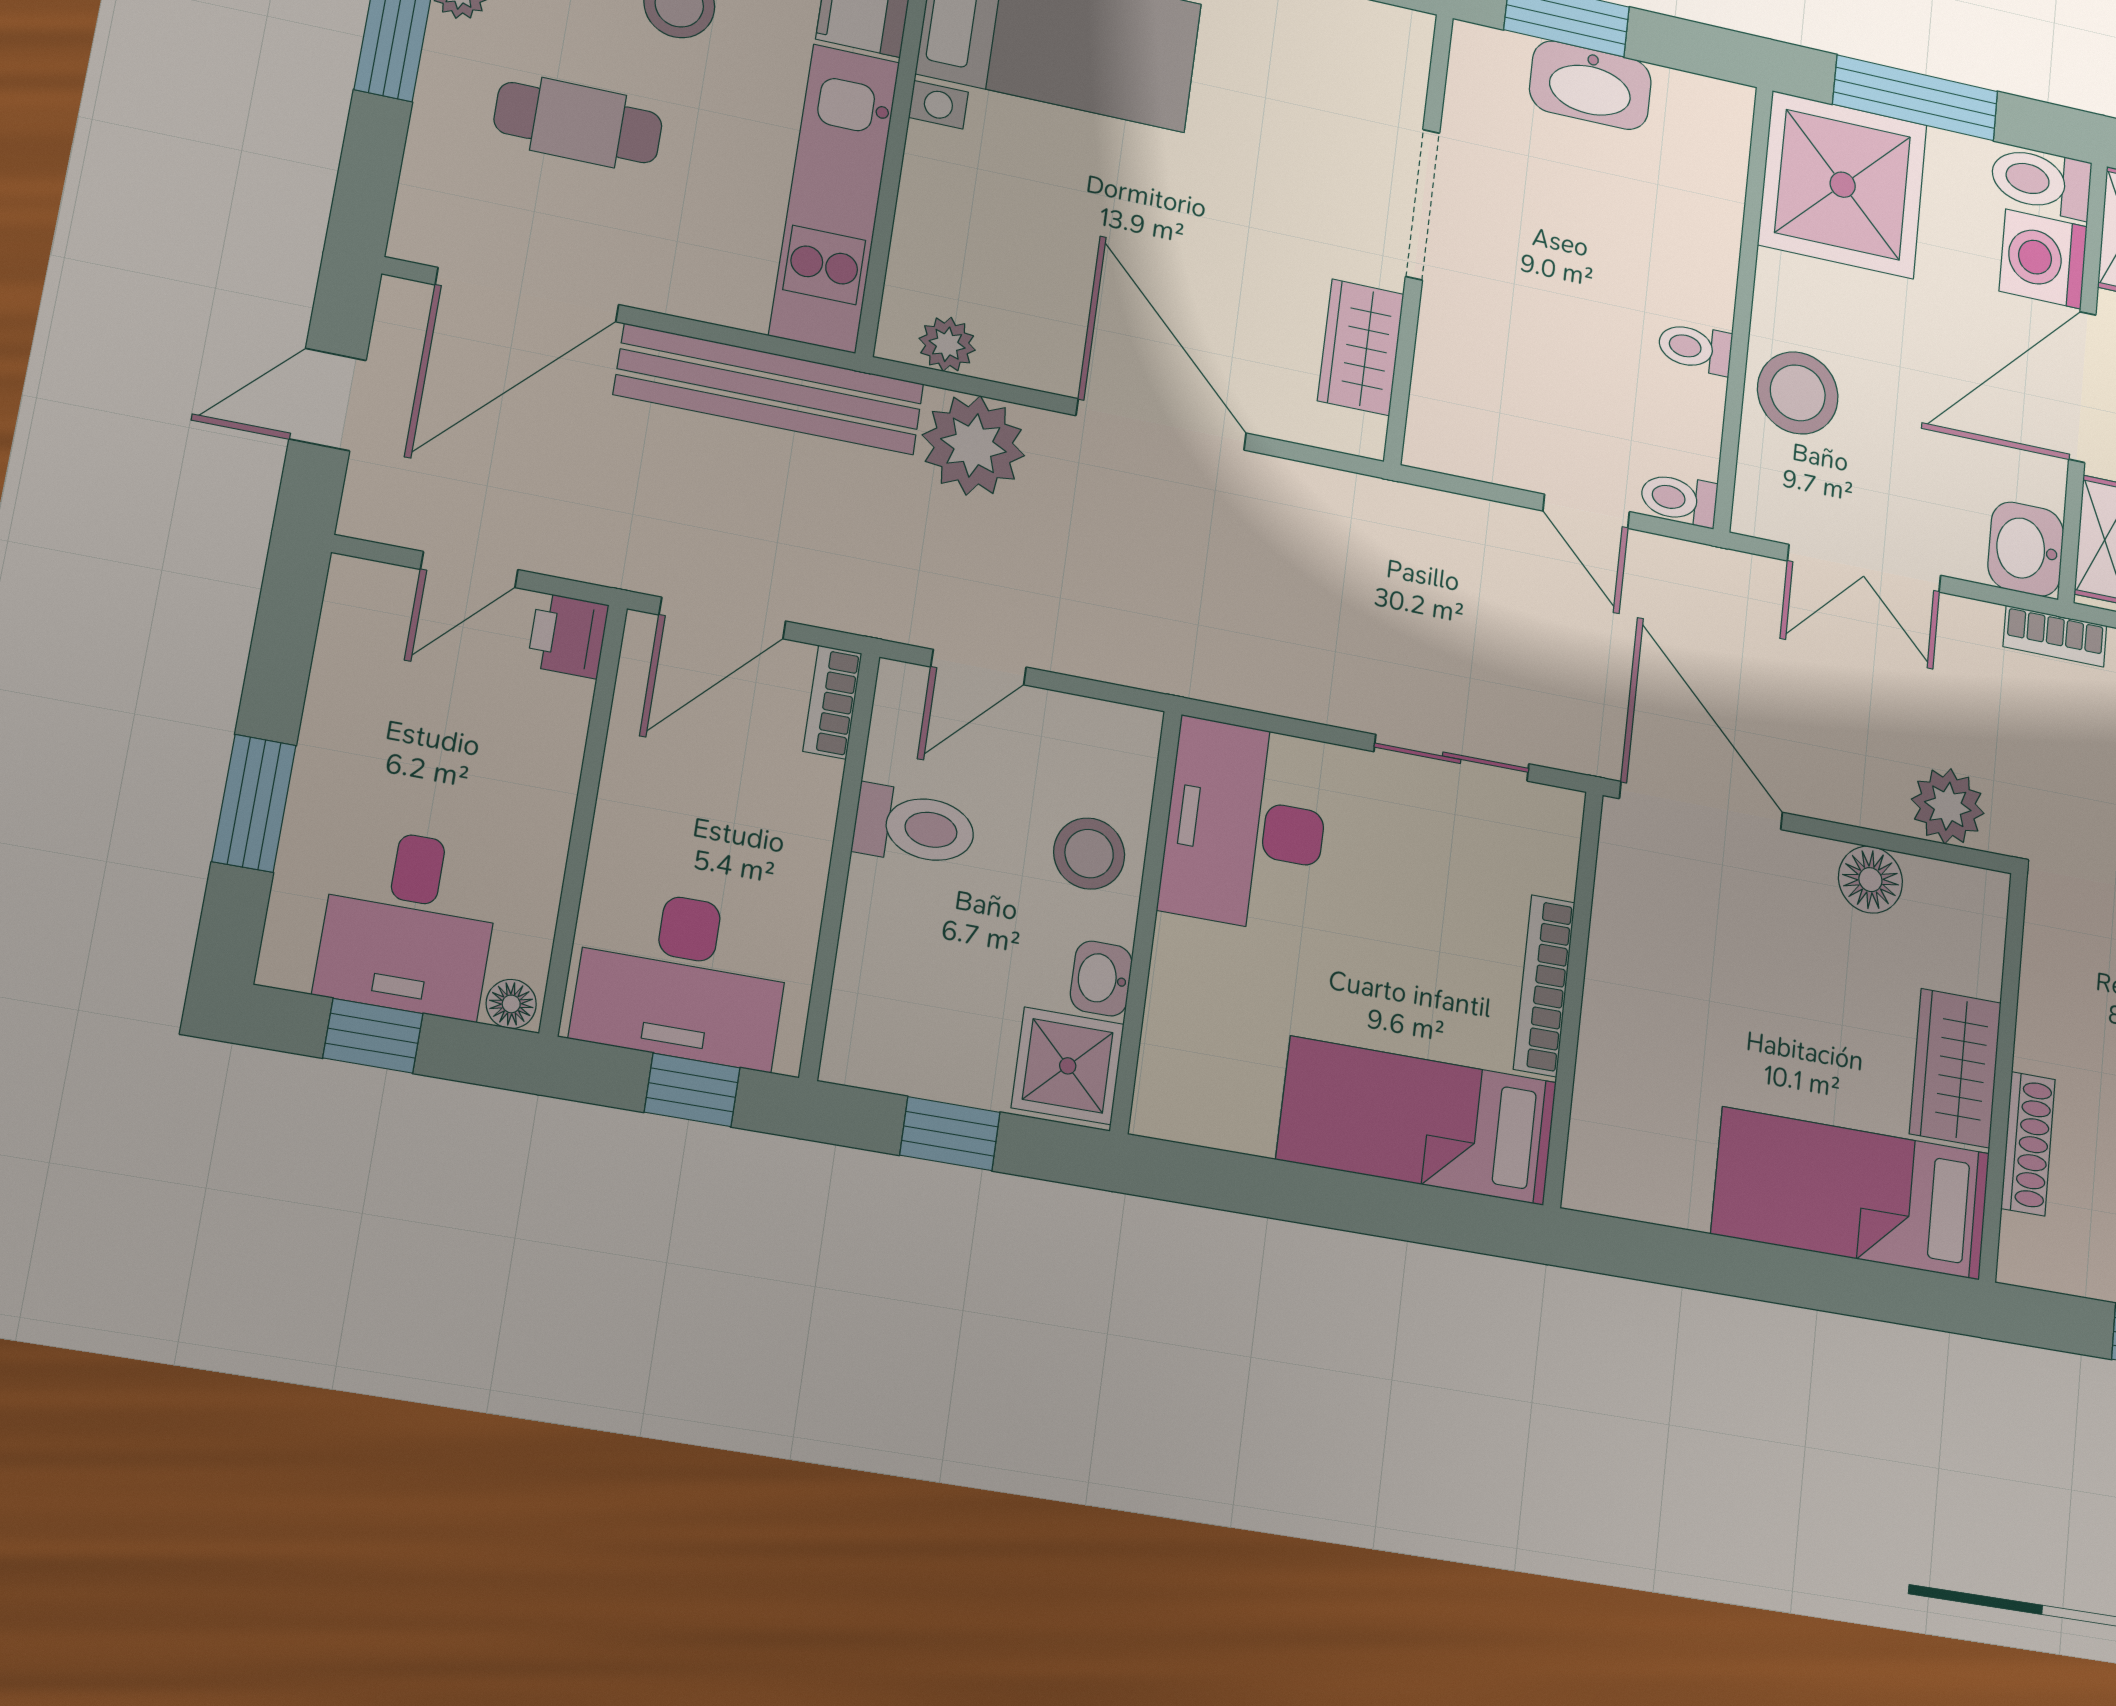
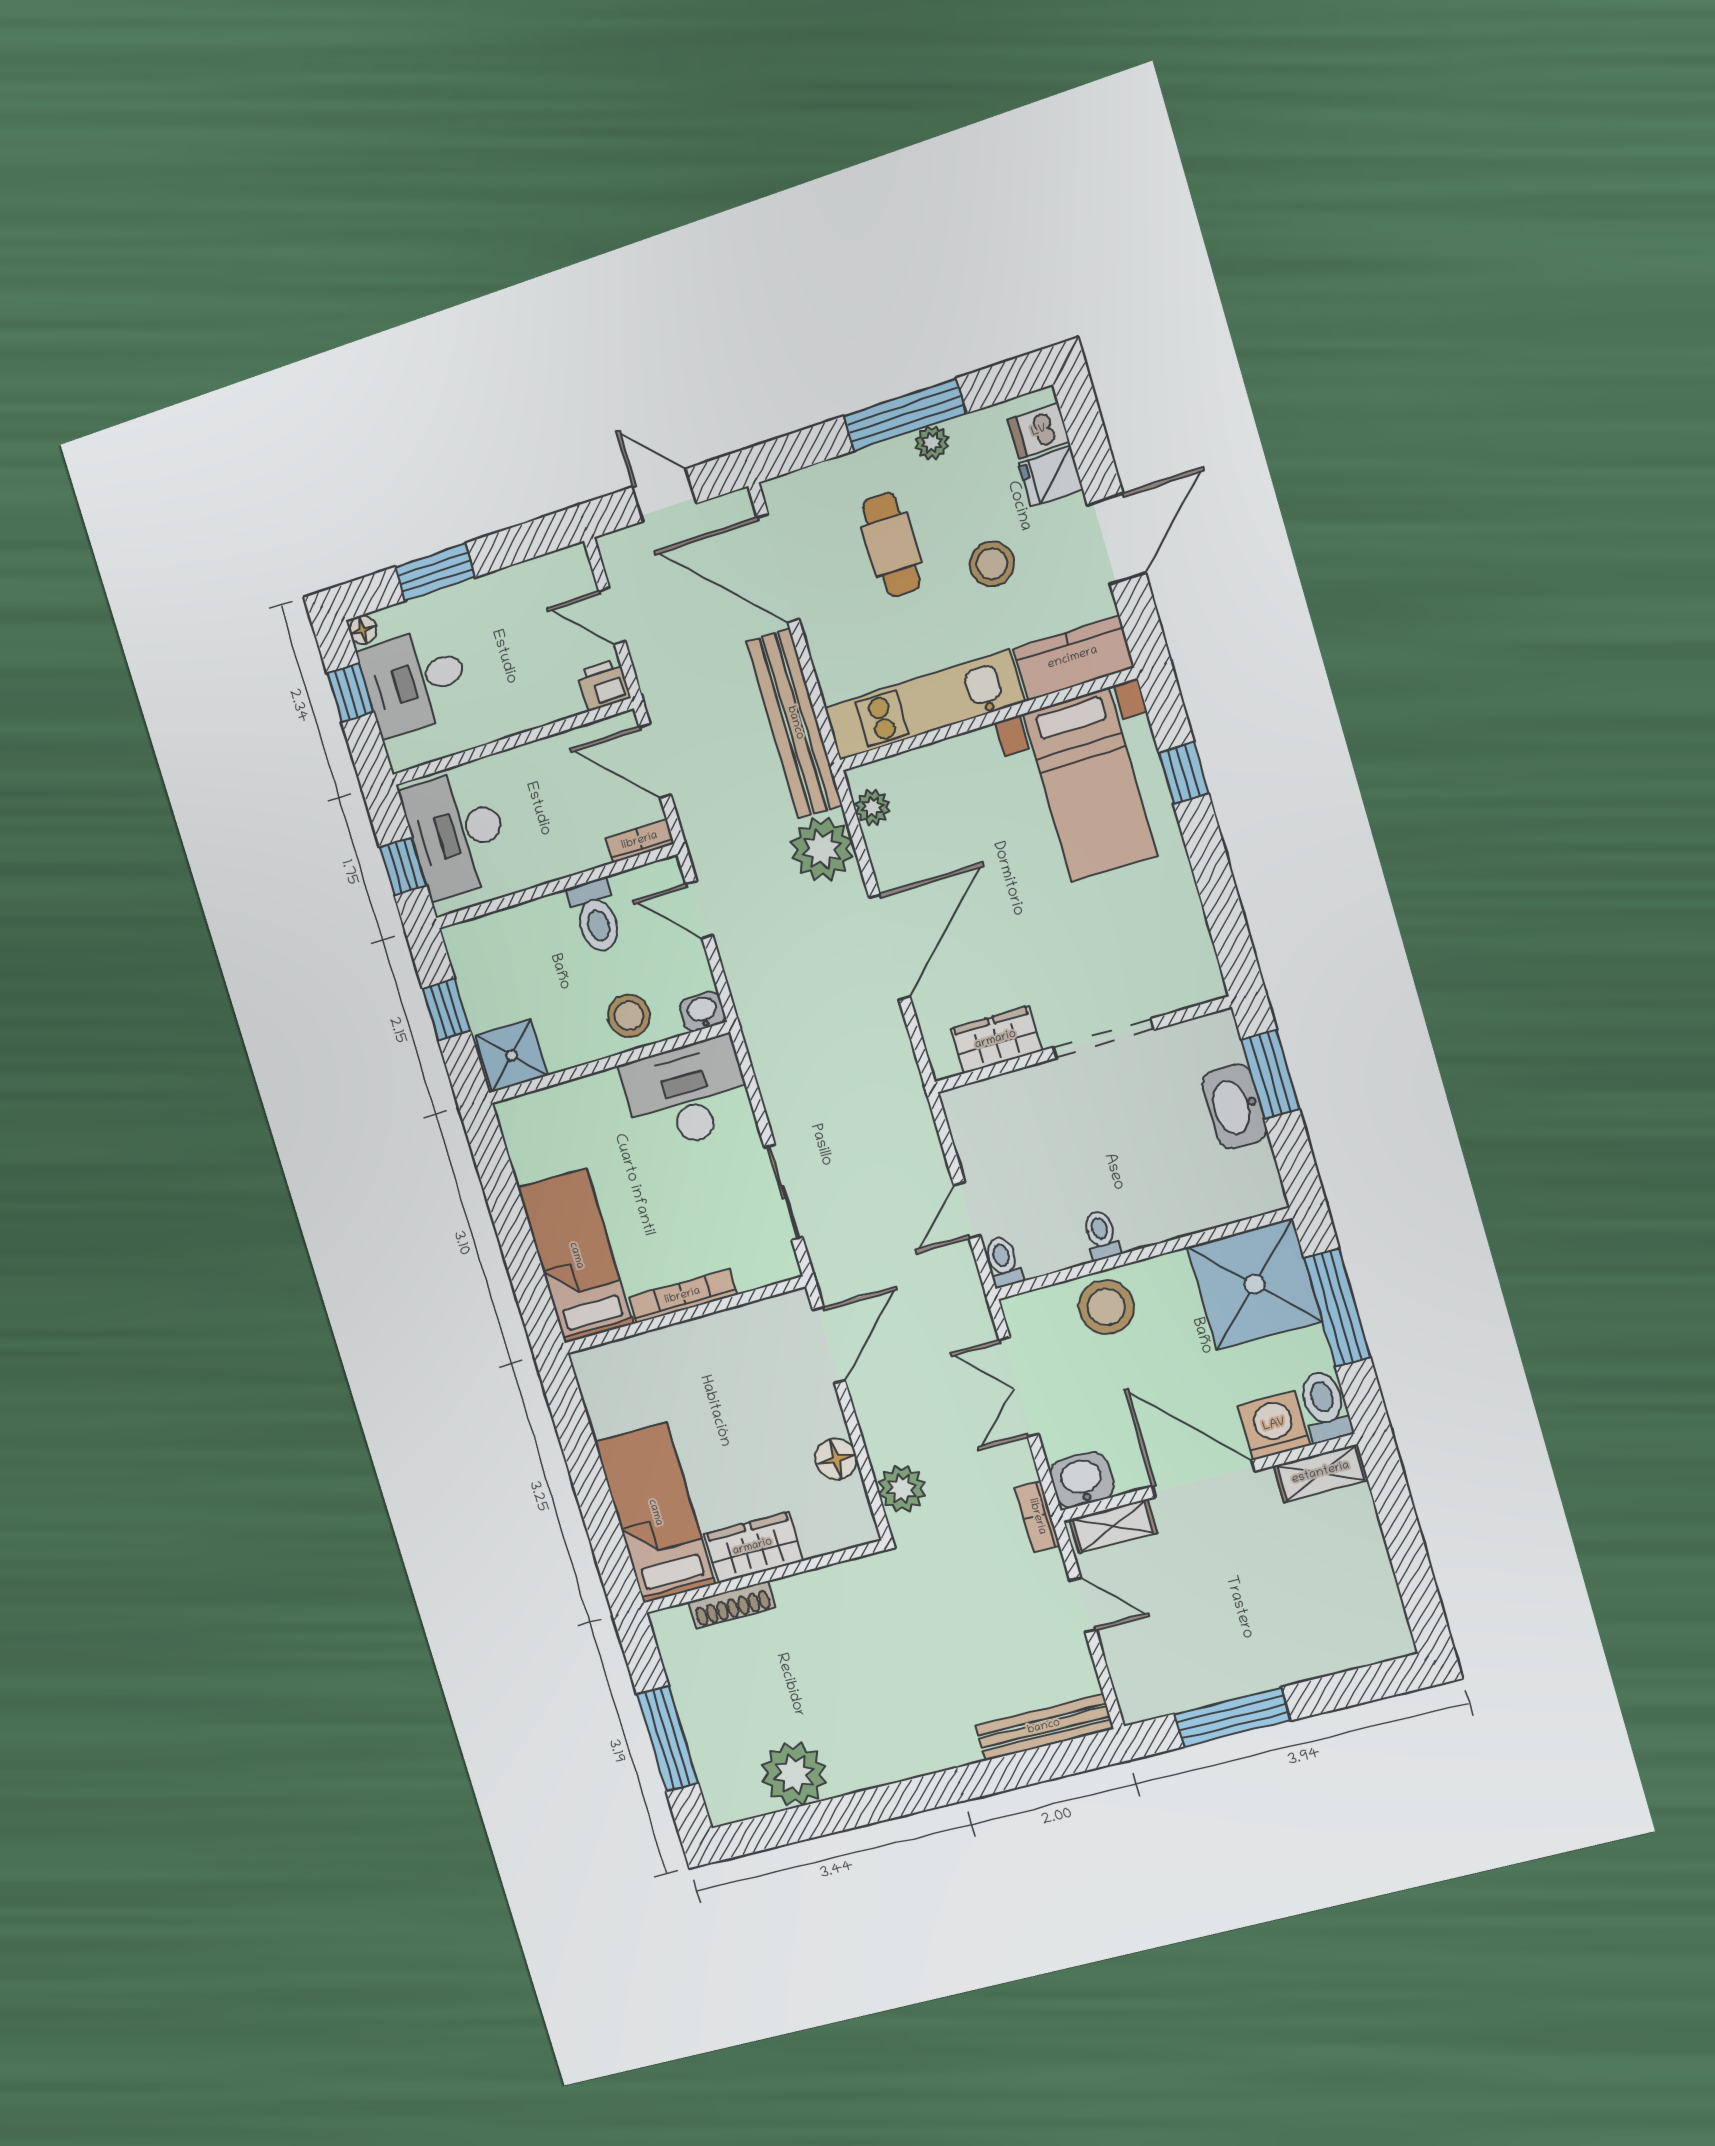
door: (1701, 806) -> (829, 1345), width x0.73
washbasin: (1101, 979) -> (702, 1011), moved
floor lamp: (511, 1004) -> (363, 630), moved

